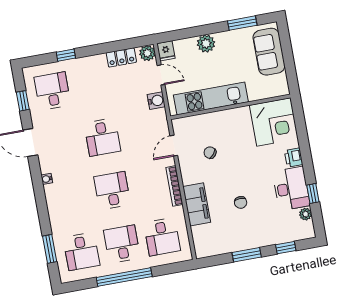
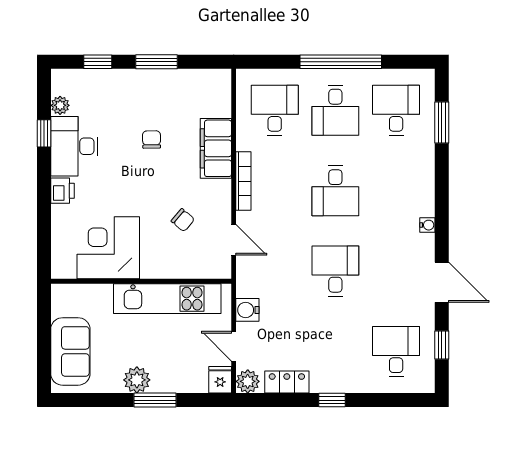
window: (242, 23) -> (155, 400), moved
plant: (206, 44) -> (137, 380), moved
window: (66, 55) -> (332, 400), moved
desk: (52, 91) -> (396, 352), turned 180
corner desk: (274, 122) -> (108, 248), moved
door: (174, 146) -> (234, 240), hinge flipped

